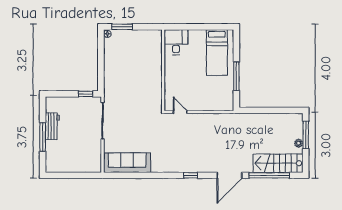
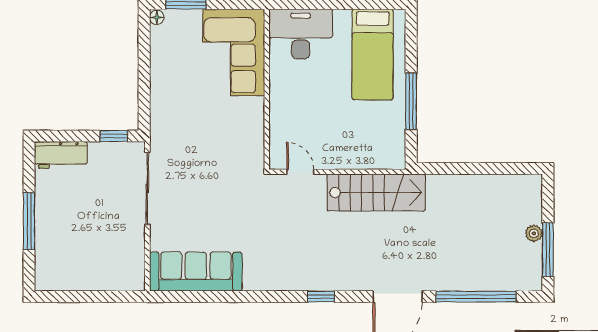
desk: (176, 42) -> (301, 34), width x1.37
corner sofa: (146, 52) -> (234, 52), added
workbench: (52, 126) -> (61, 155), moved, turned 90
window: (306, 135) -> (548, 250), moved
stairs: (278, 163) -> (376, 192), moved, turned 180

